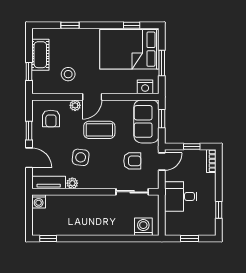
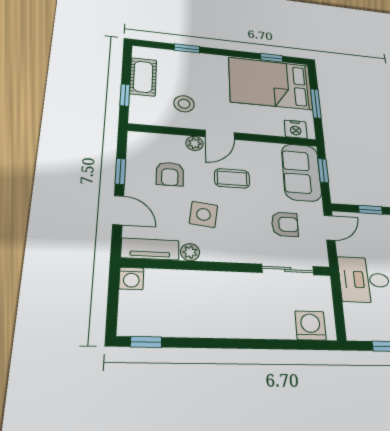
armchair: (51, 119) -> (170, 174), moved
coffee table: (99, 130) -> (232, 178), width x0.73, depth x0.77

